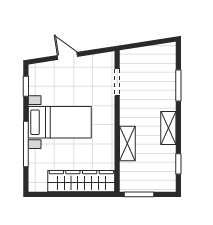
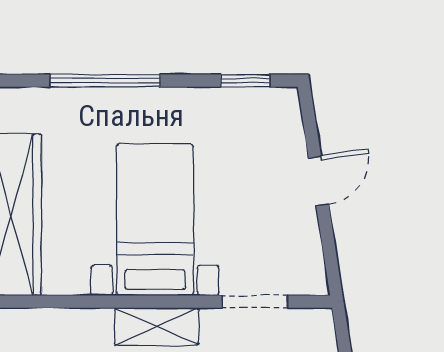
bed with nightstands: (60, 122) -> (155, 220), moved, turned 180
shelving: (127, 144) -> (157, 326), moved

